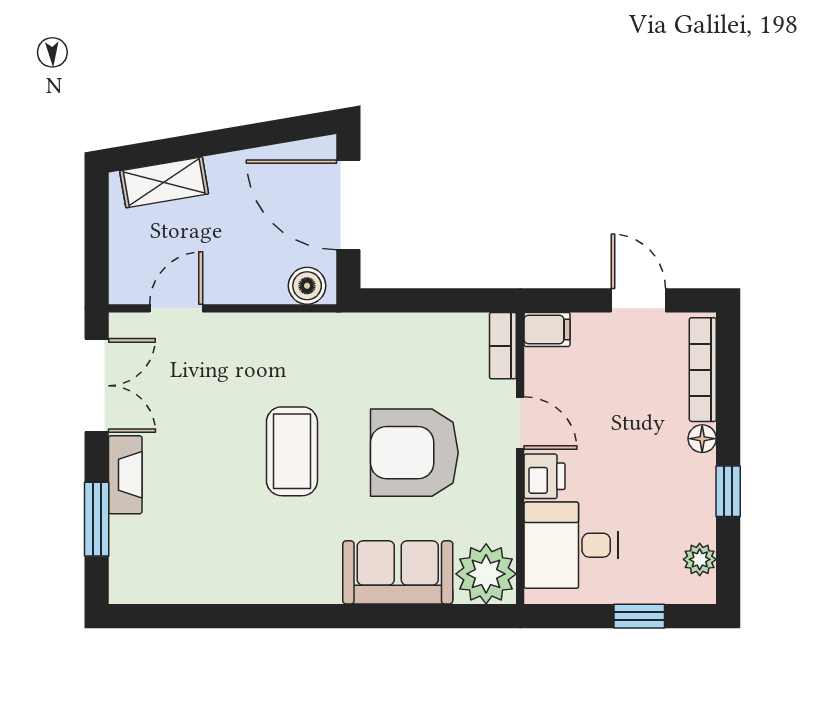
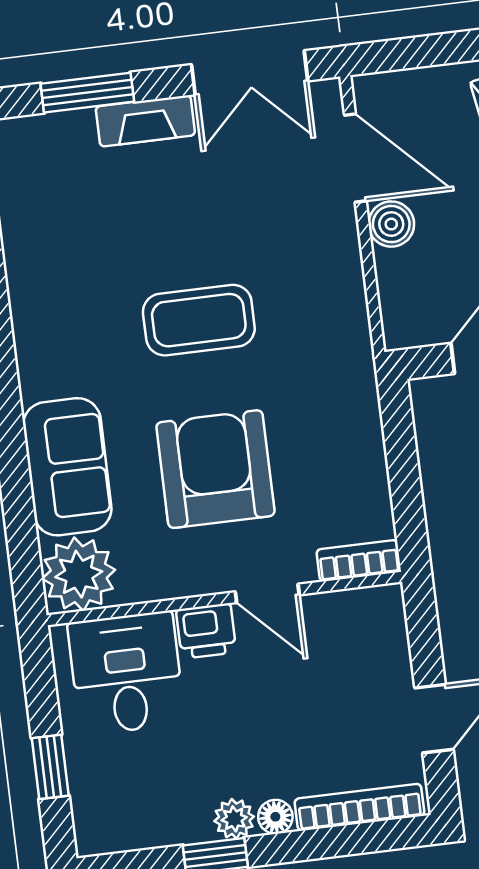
boiler: (307, 286) -> (391, 224), moved
door: (176, 308) -> (355, 158), width x1.38
filing cabinet: (547, 329) -> (385, 612), removed
door: (520, 423) -> (267, 593), hinge flipped
plant: (700, 559) -> (234, 819), moved

